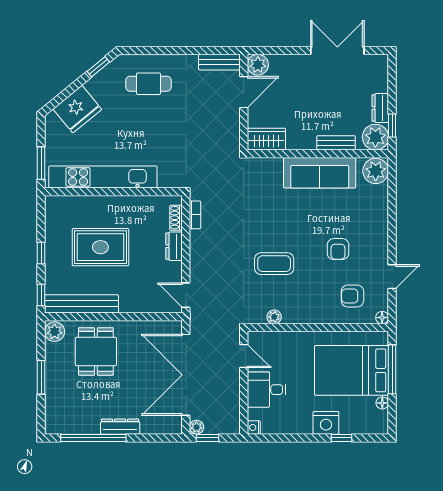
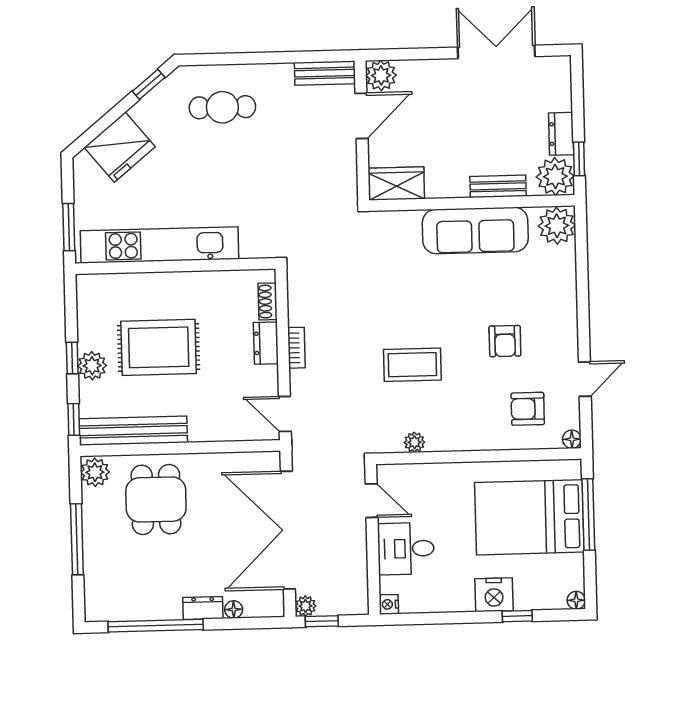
bookcase: (195, 215) -> (297, 348), moved
plant: (55, 259) -> (92, 366), added
window: (41, 377) -> (77, 539), width x1.44
floor lamp: (382, 403) -> (576, 600), moved
dresser: (120, 427) -> (203, 608), width x0.70
floor lamp: (147, 428) -> (234, 609), added

